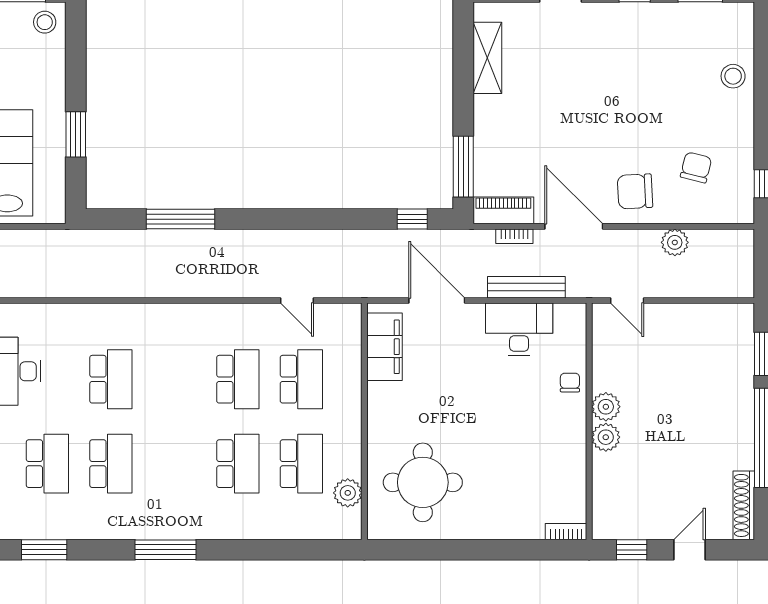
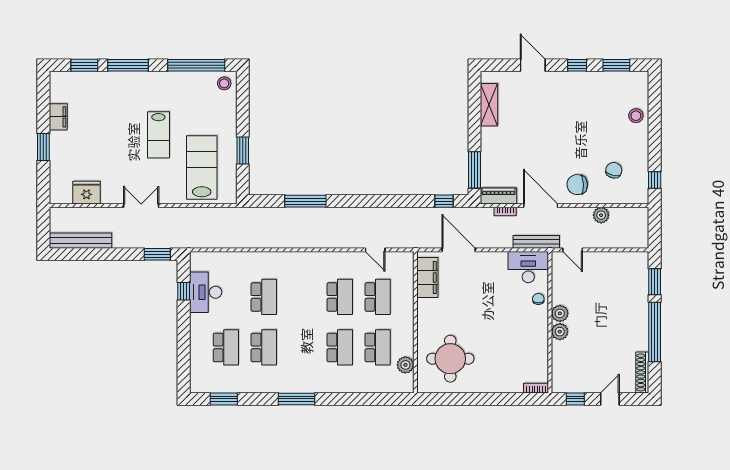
bench: (526, 287) -> (536, 242), moved
desk: (519, 329) -> (528, 267), moved

